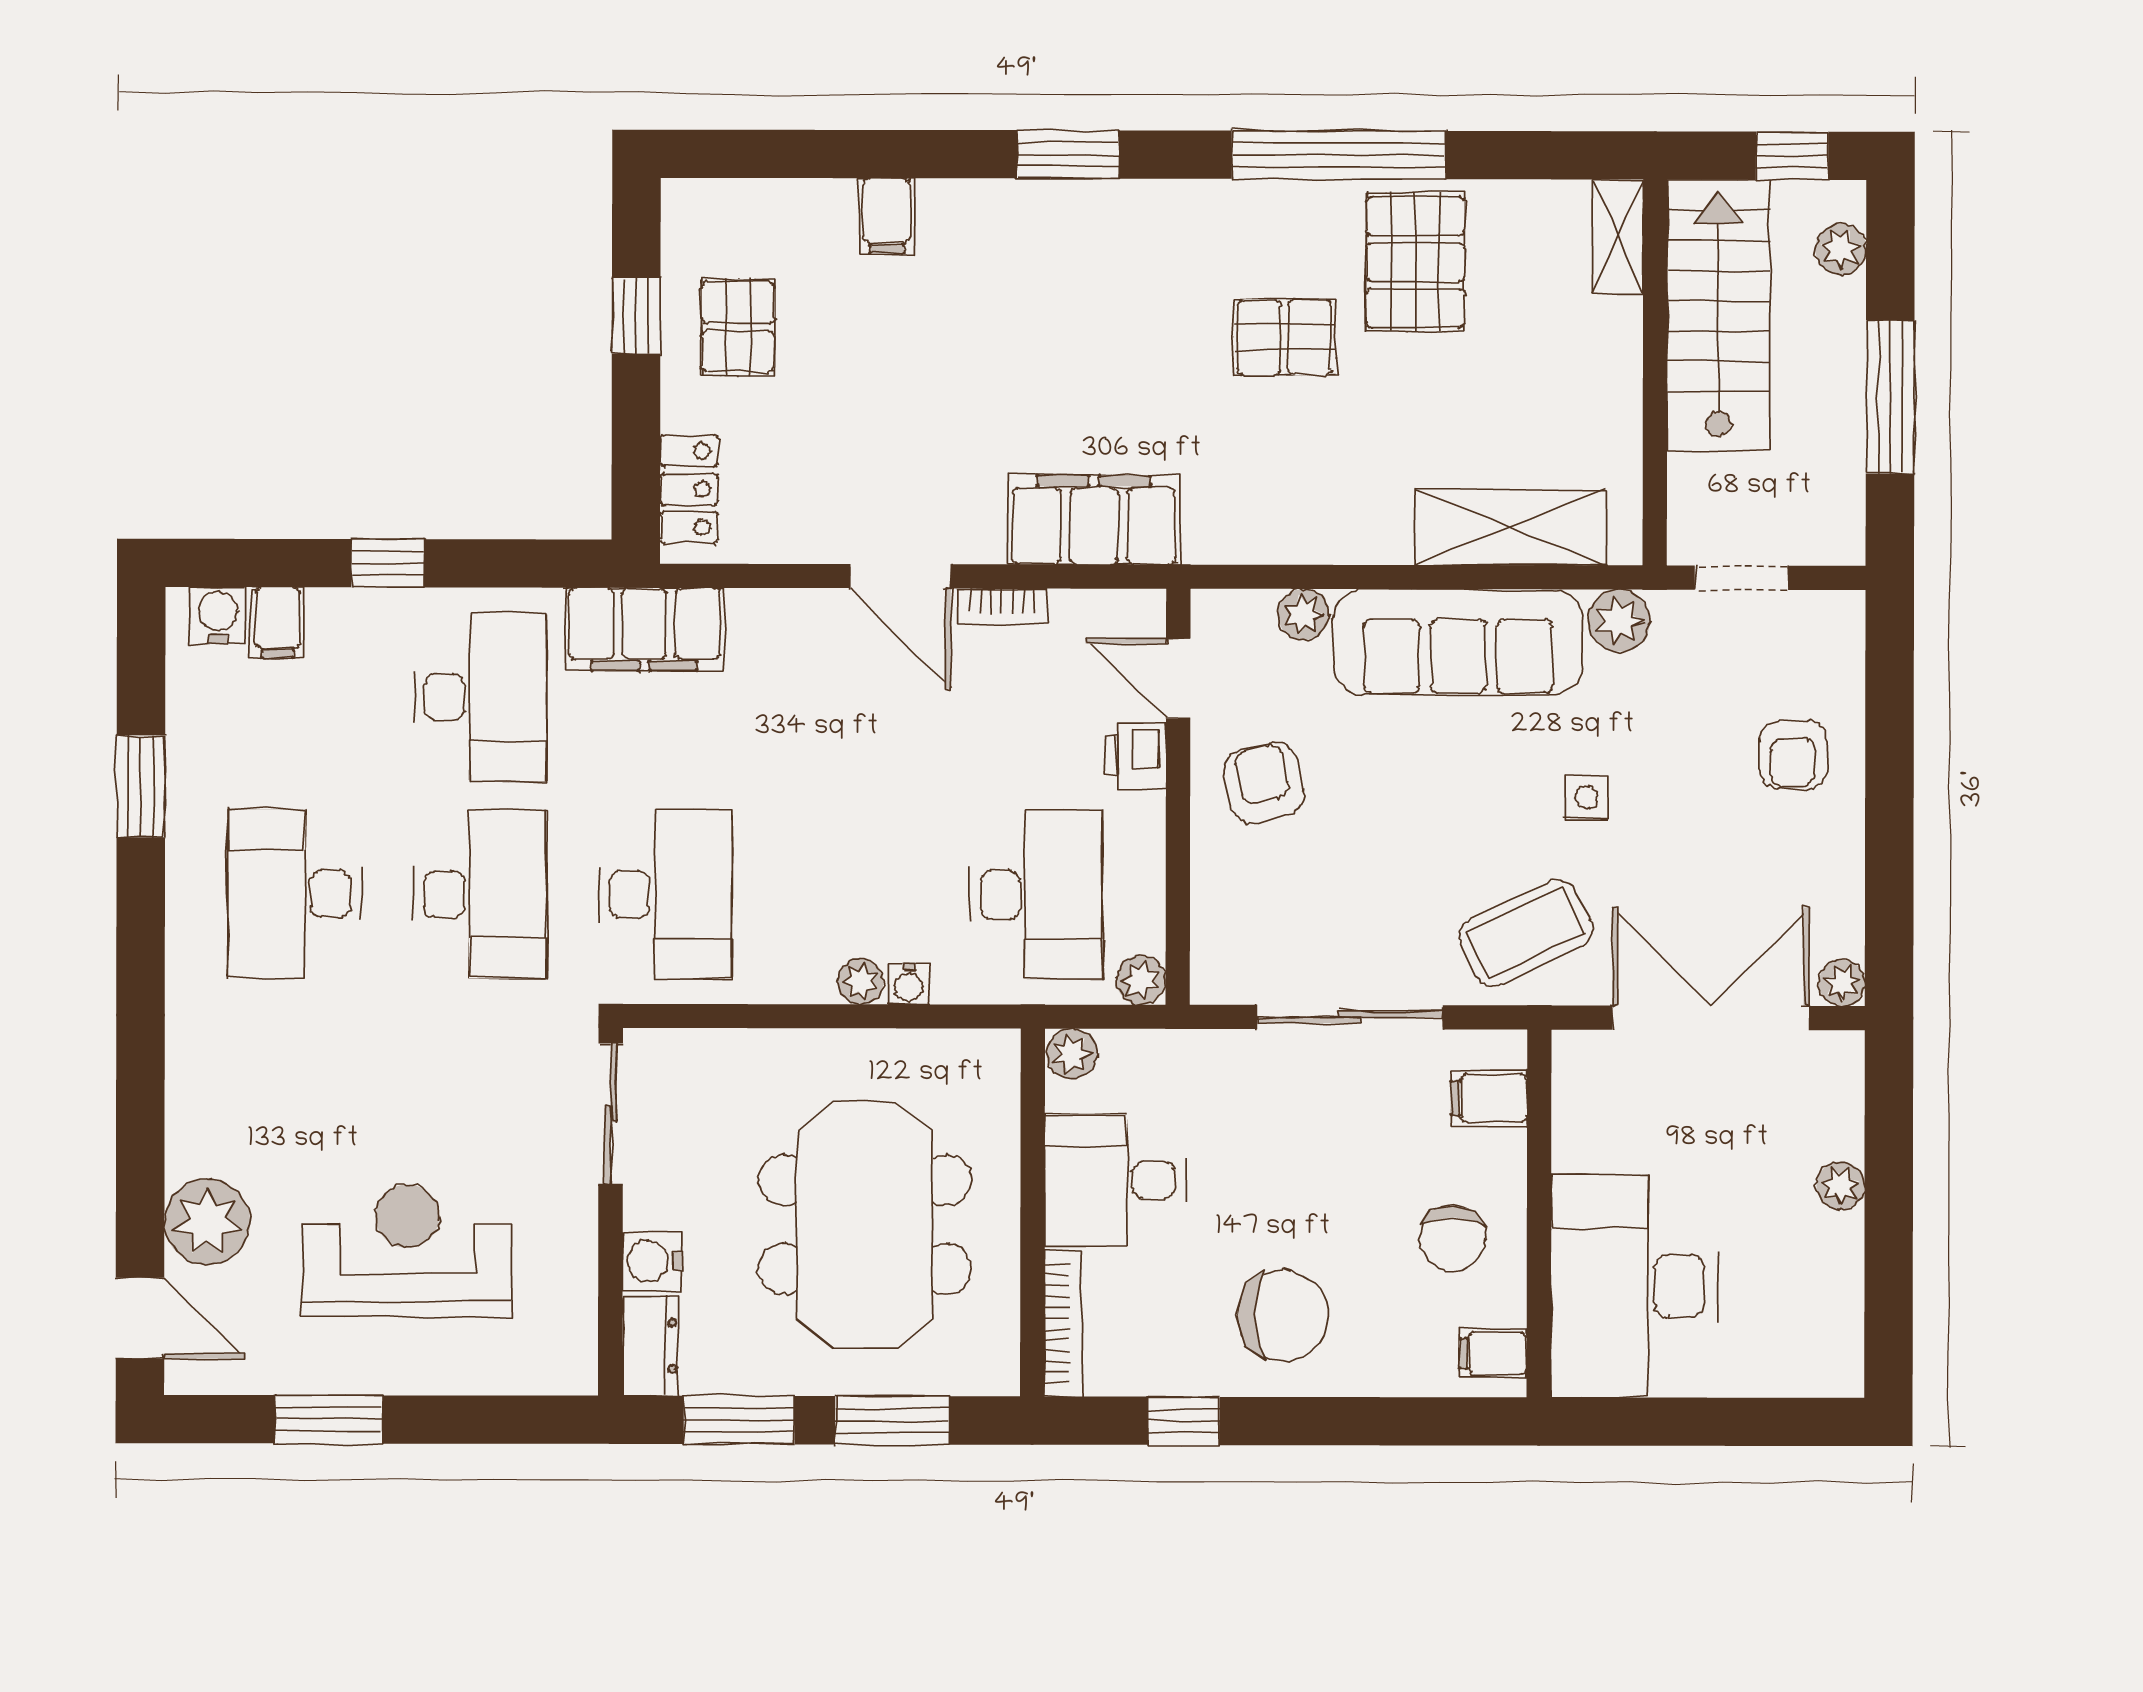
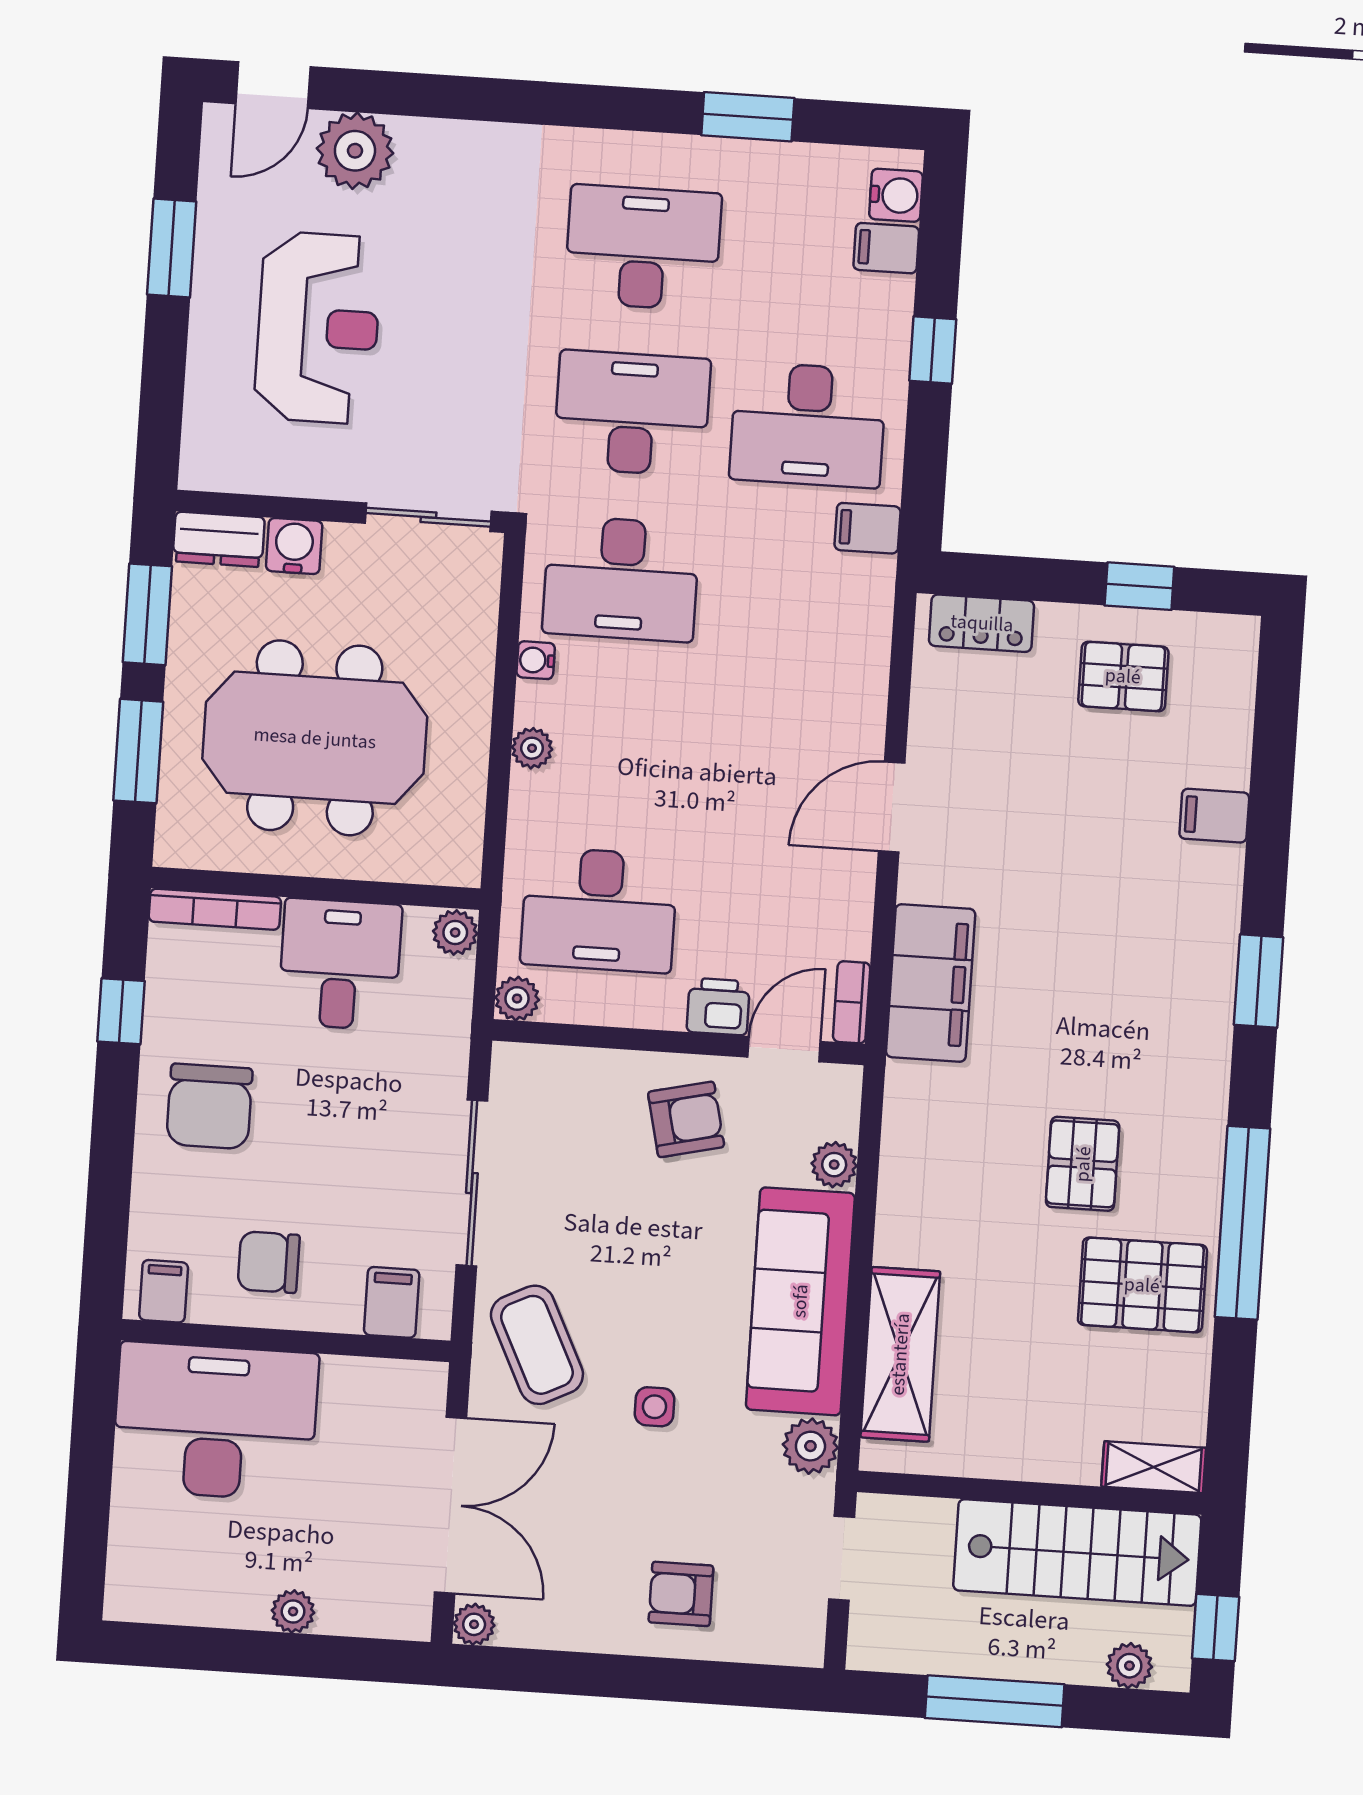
bookcase: (1002, 607) -> (852, 1002), moved
filing cabinet: (644, 629) -> (868, 528), width x0.33, depth x0.86
desk: (480, 894) -> (632, 413), turned 180
water cooler: (909, 984) -> (536, 660), moved

